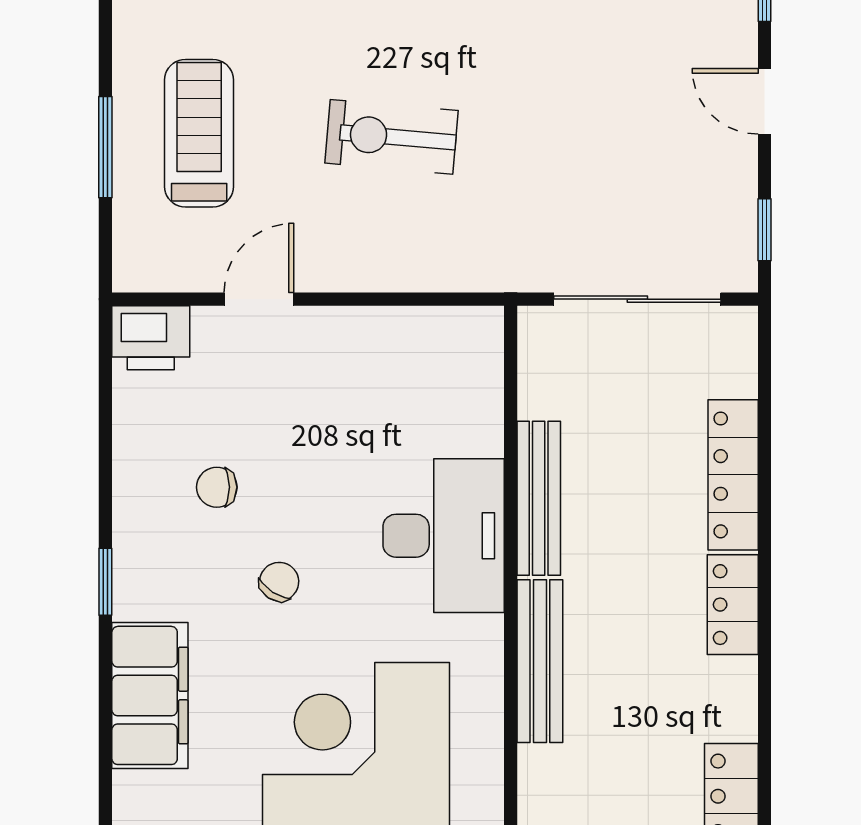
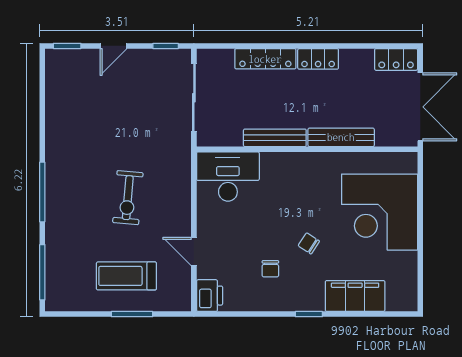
desk: (444, 536) -> (228, 177), moved

